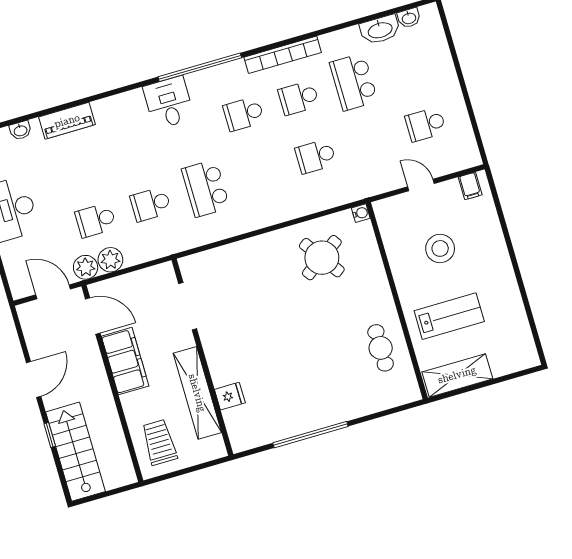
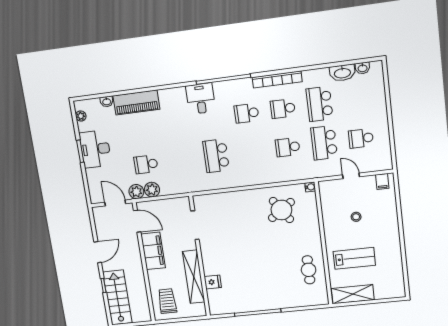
piano: (67, 121) -> (136, 102), width x1.37, depth x1.33
school desk: (151, 204) -> (324, 143), moved, width x1.85
stool: (440, 248) -> (356, 217), width x0.53, depth x0.53

